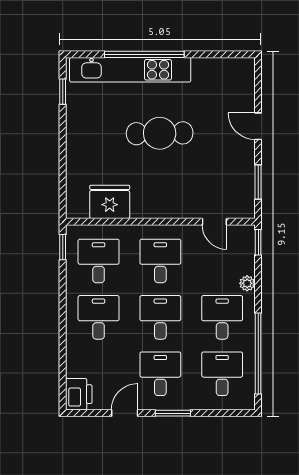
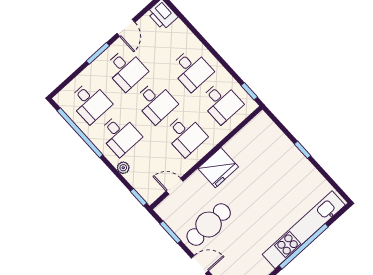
window: (63, 92) -> (302, 150), moved
cafe table: (160, 133) -> (209, 225), moved
fridge: (110, 202) -> (218, 168), moved

